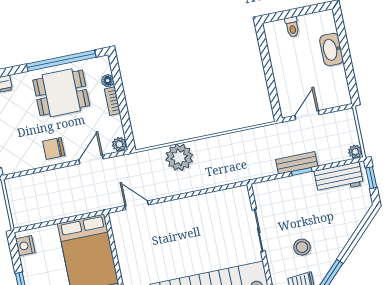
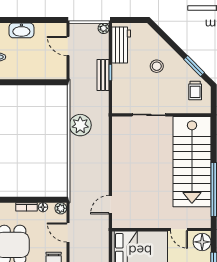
floor lamp: (108, 81) -> (43, 207), moved
door: (307, 115) -> (68, 46), moved
plant: (179, 157) -> (80, 125), moved
window: (371, 178) -> (126, 20), removed
stool: (302, 247) -> (157, 66), moved

